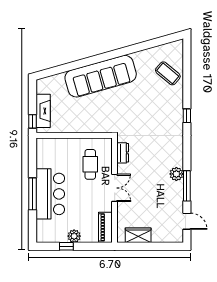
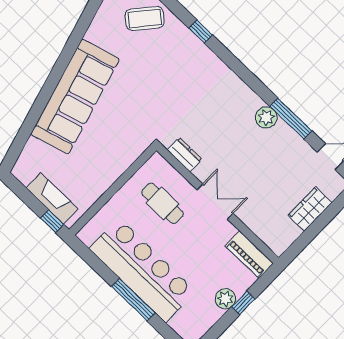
window: (187, 116) -> (201, 31), moved
bar counter: (50, 194) -> (142, 270), width x1.36
wardrobe: (138, 235) -> (310, 209), moved
window: (66, 246) -> (243, 303), moved

